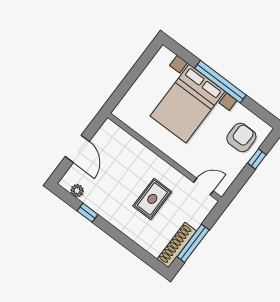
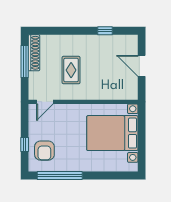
window: (220, 82) -> (60, 176), moved
bed with nightstands: (187, 104) -> (112, 133), moved, turned -90
plant: (77, 191) -> (122, 40), removed

